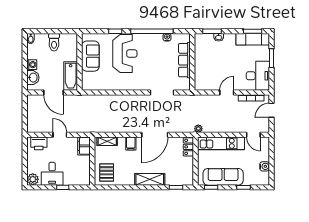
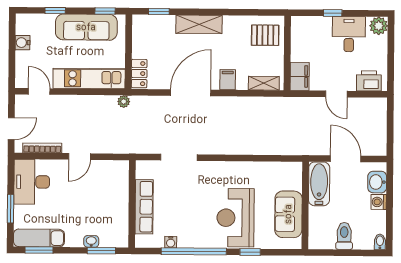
pallet: (107, 173) -> (265, 35), turned 90

